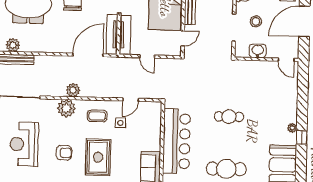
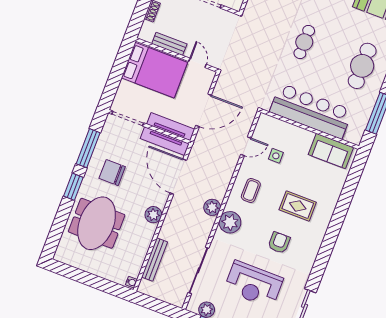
plant: (13, 45) -> (153, 215), moved
door: (147, 56) -> (204, 110), width x1.87
door: (131, 100) -> (246, 146), hinge flipped
side table: (120, 123) -> (276, 156), moved
rug: (98, 157) -> (298, 206), width x0.73, depth x0.70

